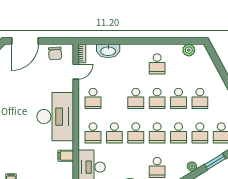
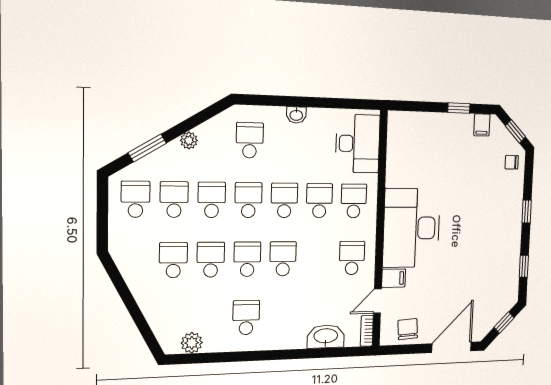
filing cabinet: (66, 156) -> (394, 278), moved

